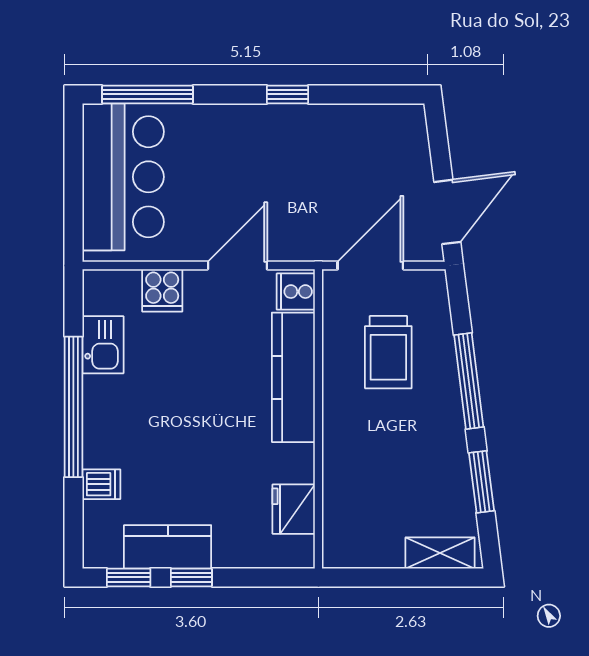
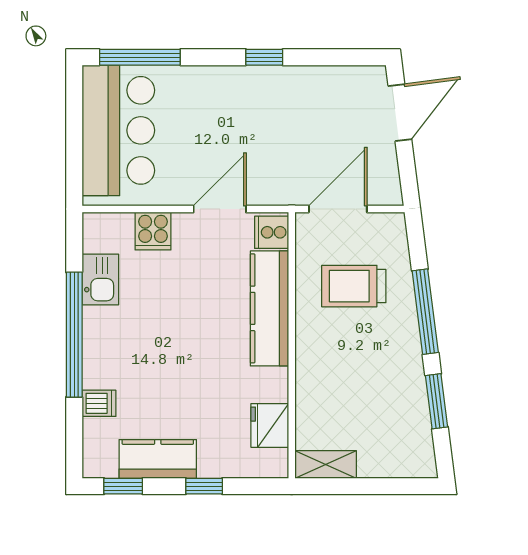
door: (447, 212) -> (400, 113), moved
trolley: (388, 352) -> (354, 286), turned 90
shelving: (440, 553) -> (326, 464), moved
window: (191, 577) -> (204, 486), moved

